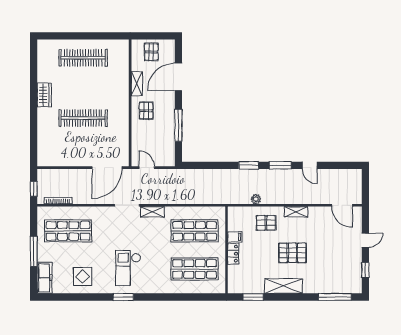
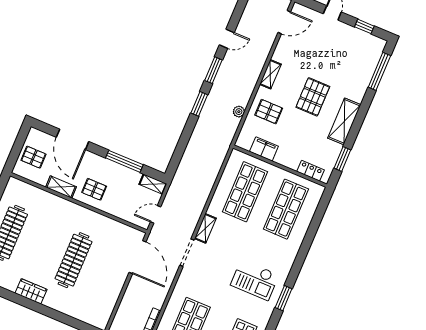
shelving: (170, 155) -> (153, 184), added
pallet: (266, 223) -> (269, 112), turned 90
filing cabinet: (235, 237) -> (264, 149), width x2.00
locker: (233, 254) -> (310, 171), moved

